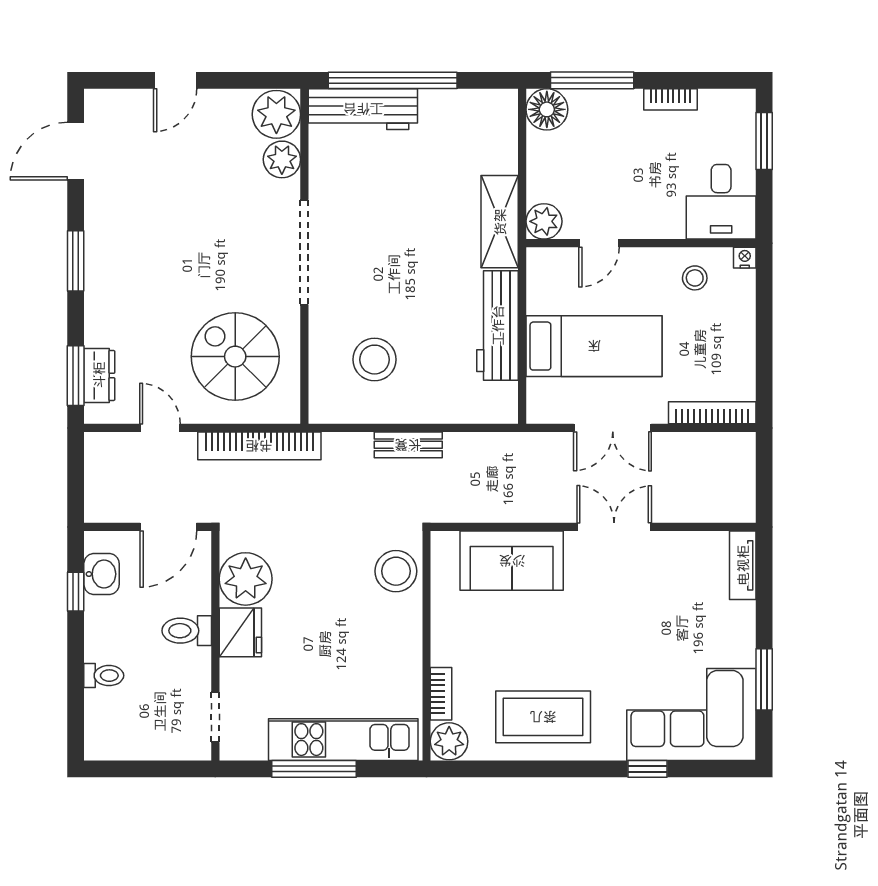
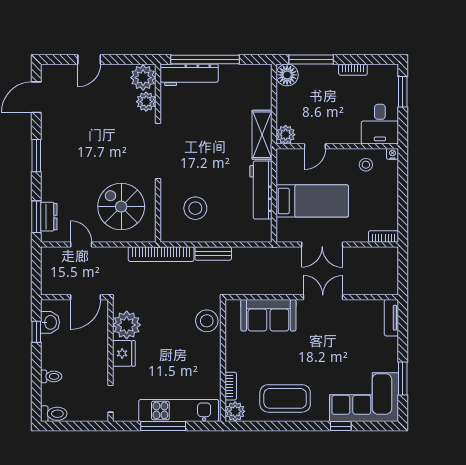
bookcase: (712, 413) -> (384, 237), width x0.64
bookcase: (259, 446) -> (161, 254), moved
toilet: (187, 631) -> (54, 414), moved, turned 180

